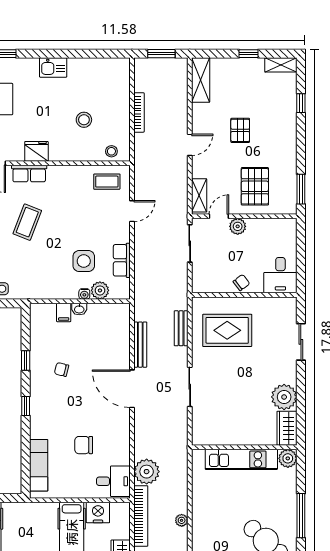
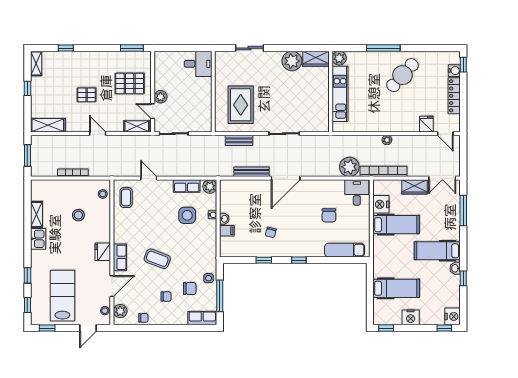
shelving: (85, 65) -> (36, 214), added
chair: (241, 283) -> (204, 94), removed
plant: (100, 290) -> (210, 187), moved

